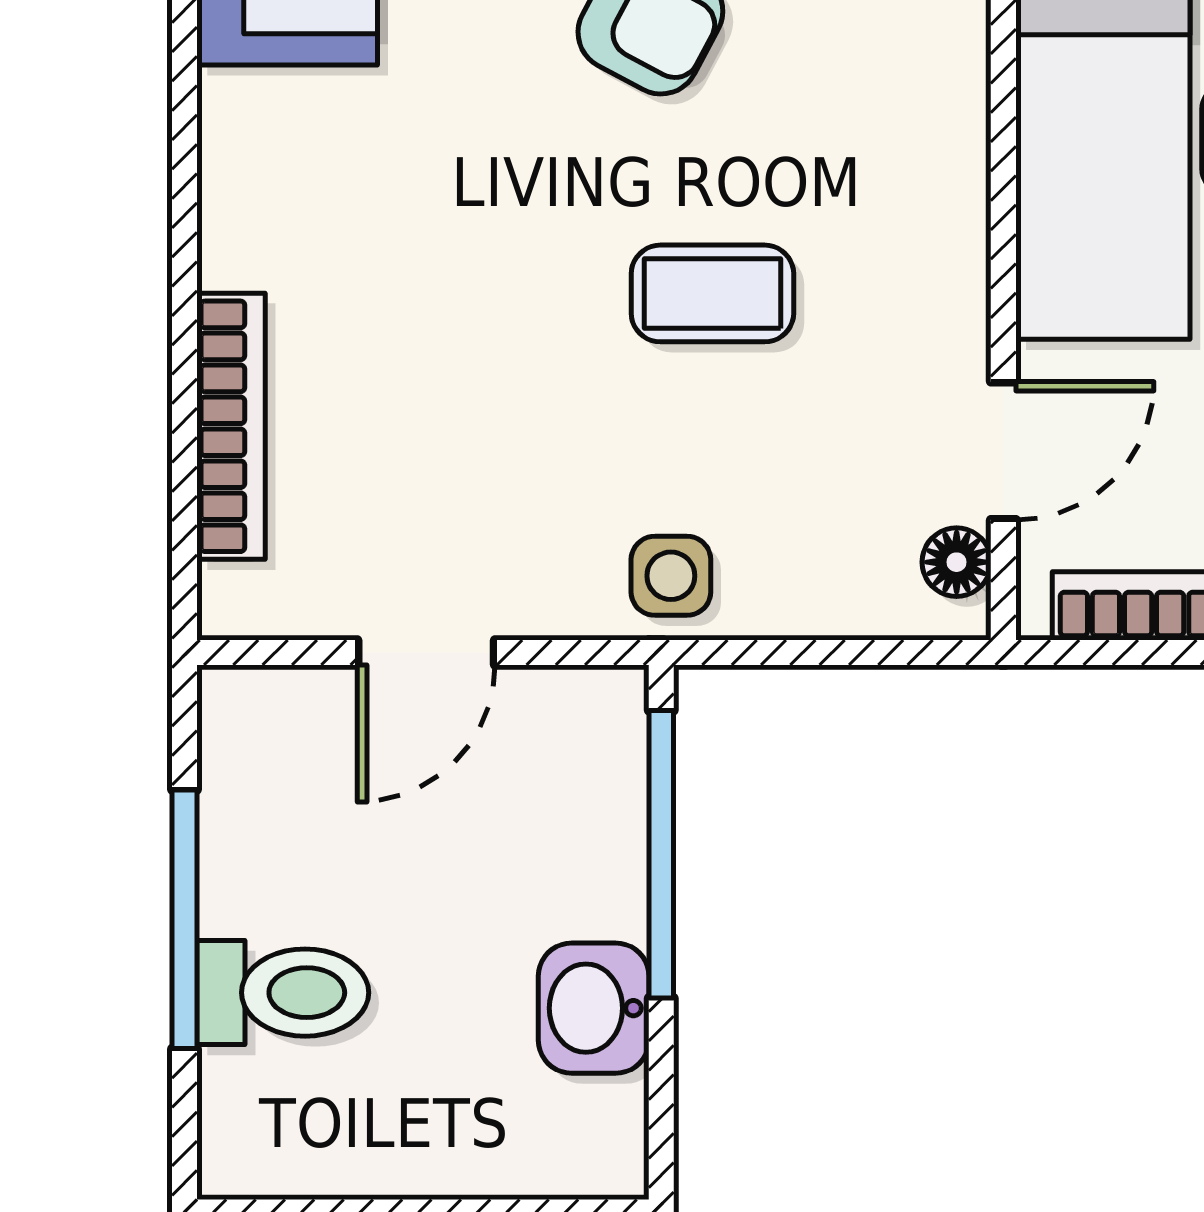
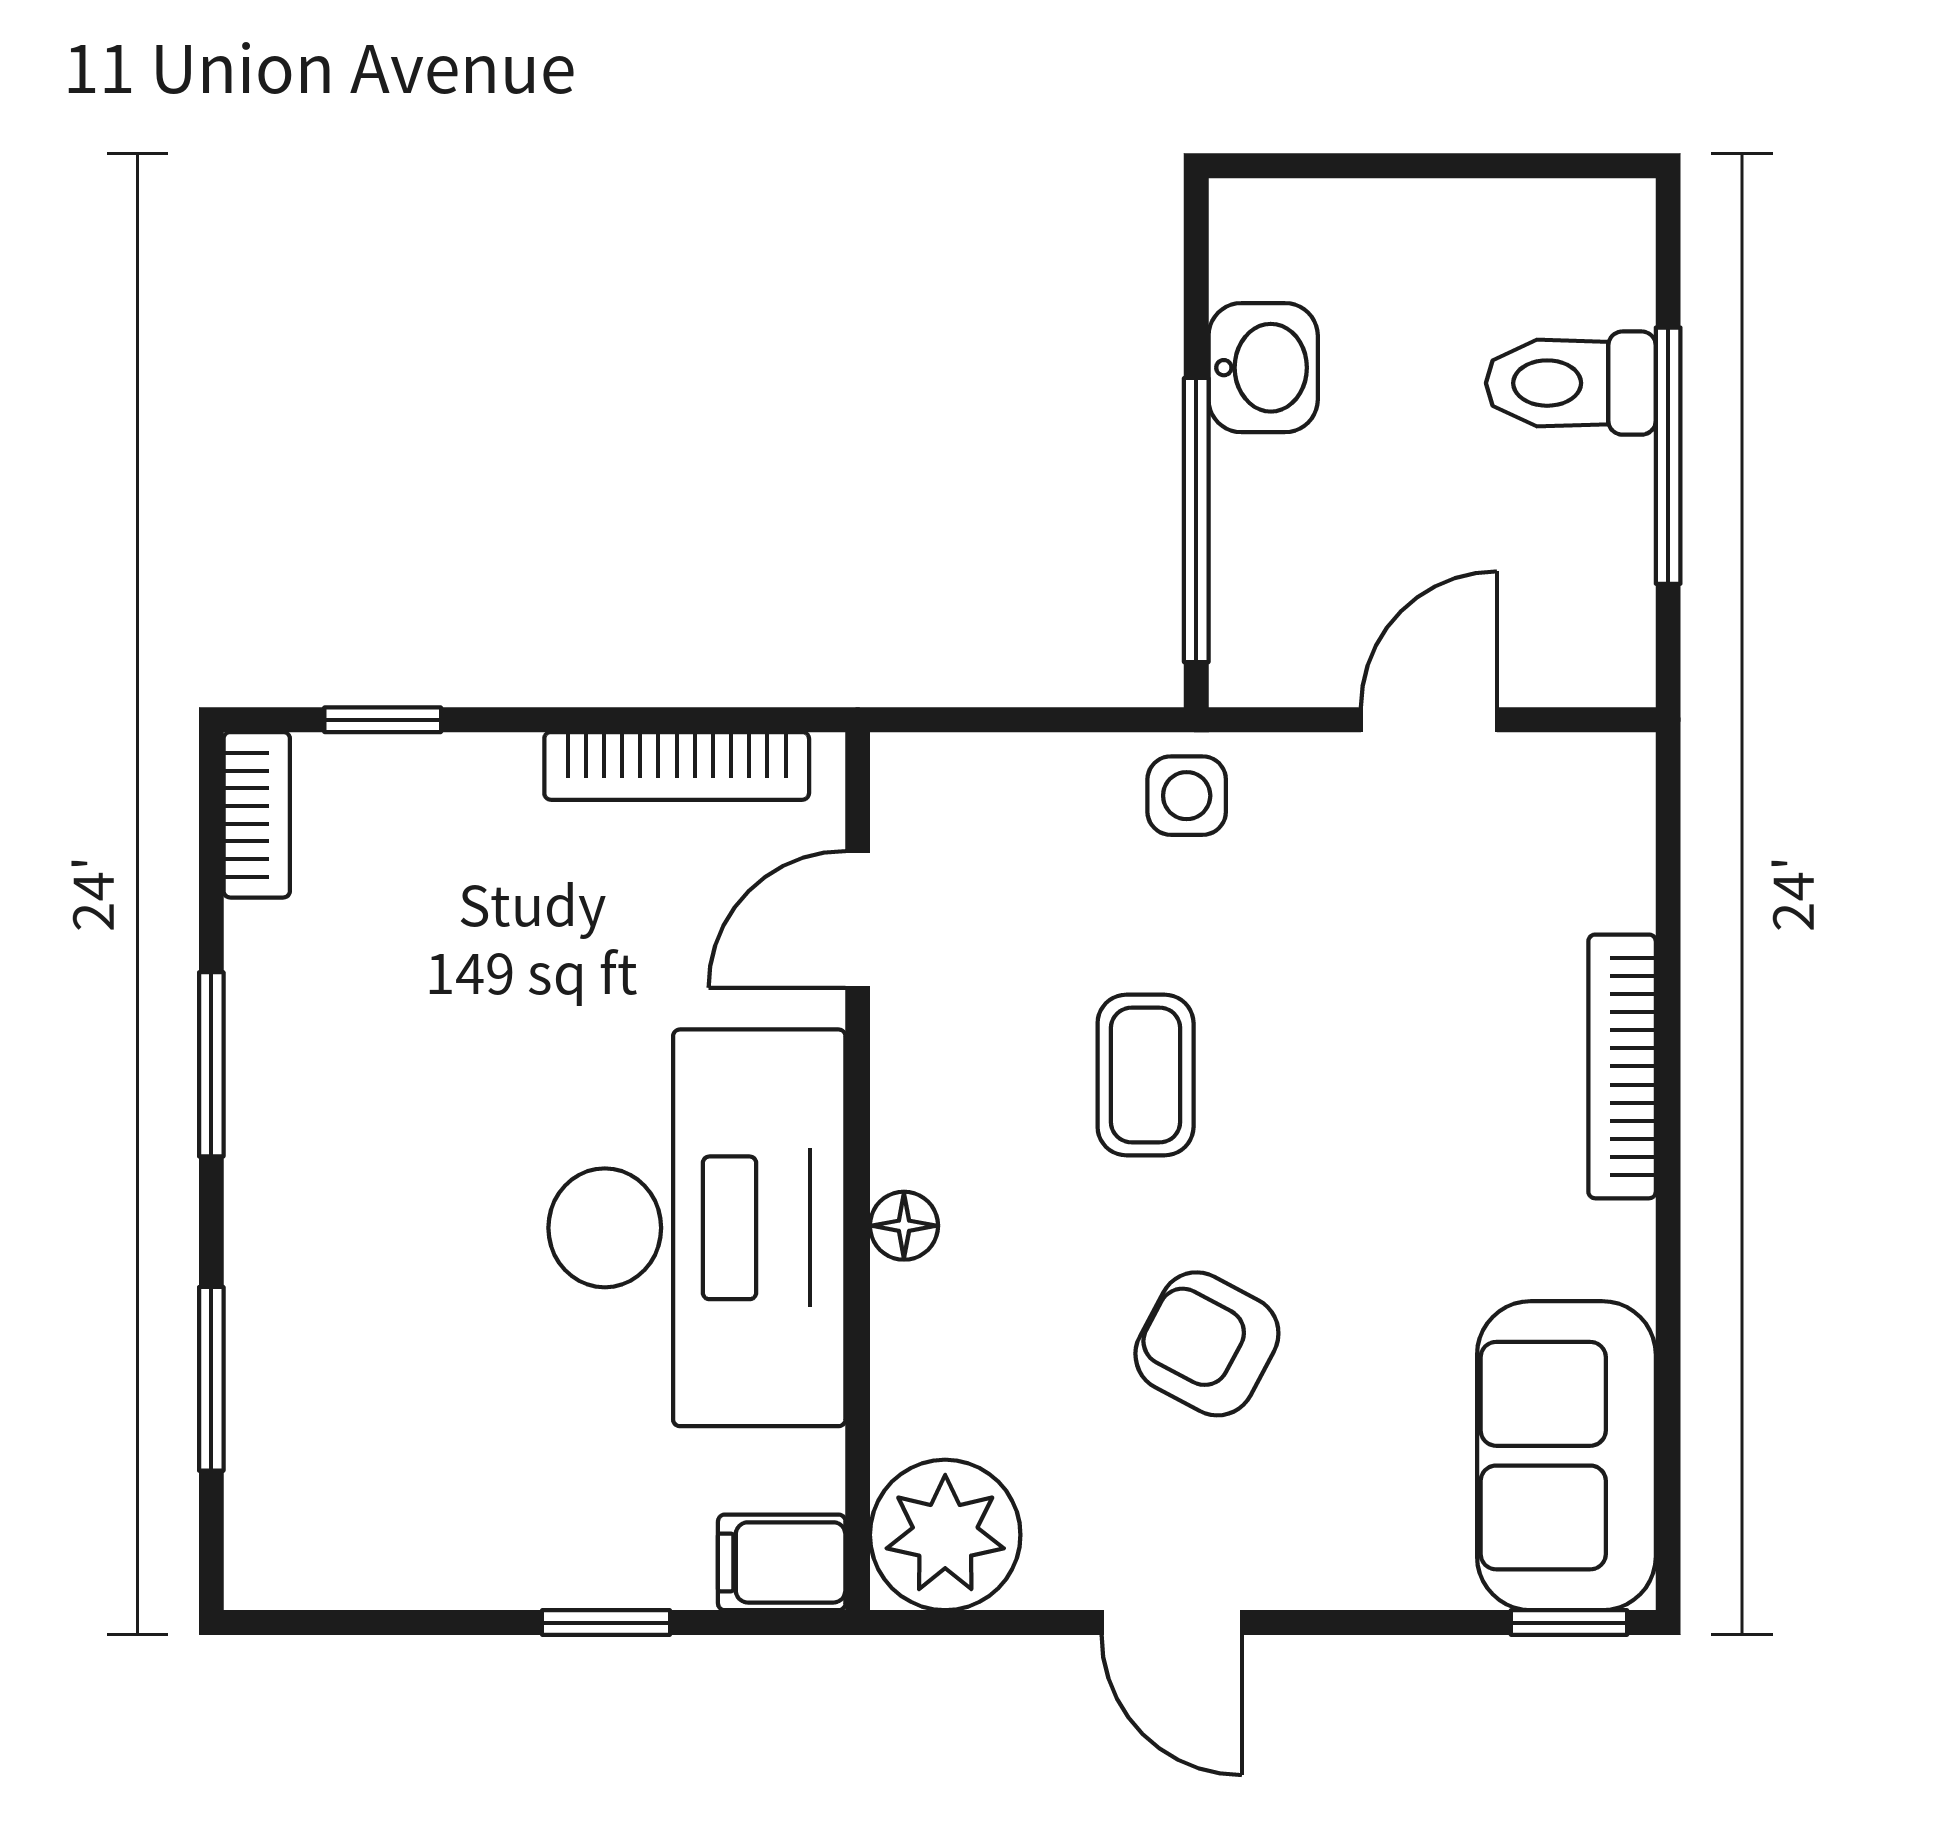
coffee table: (712, 293) -> (1146, 1075), turned 90
bookcase: (231, 426) -> (1622, 1066), moved
floor lamp: (957, 562) -> (904, 1226), moved

